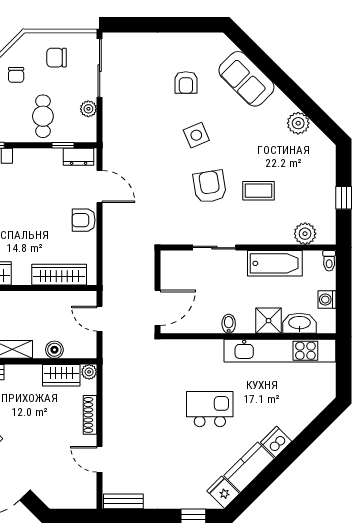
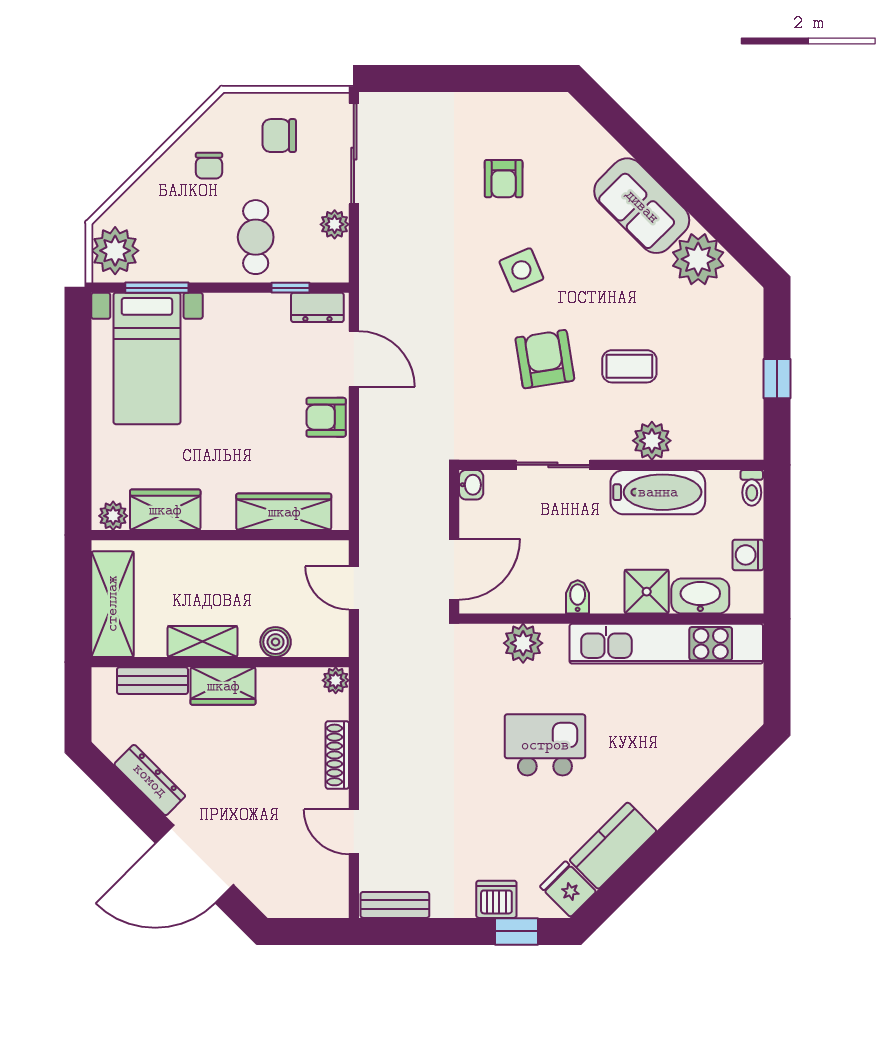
sofa: (246, 79) -> (642, 206), moved
plant: (298, 123) -> (698, 259), width x1.36, depth x1.36
plant: (305, 234) -> (652, 441), moved
washbasin: (167, 259) -> (471, 485), added
plant: (197, 350) -> (523, 643), added
wardrobe: (61, 375) -> (223, 686), moved
dishwasher: (276, 442) -> (496, 899), moved, turned 45

